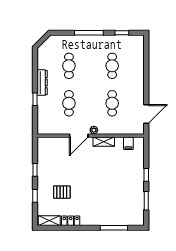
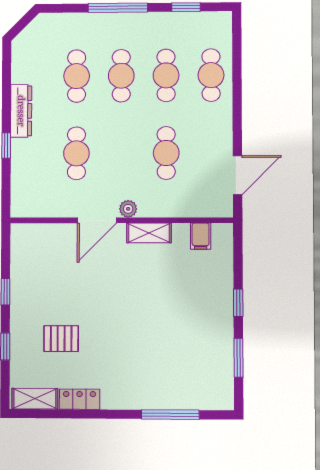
cafe table: (91, 66) -> (121, 76), added
cafe table: (134, 66) -> (211, 75), added

